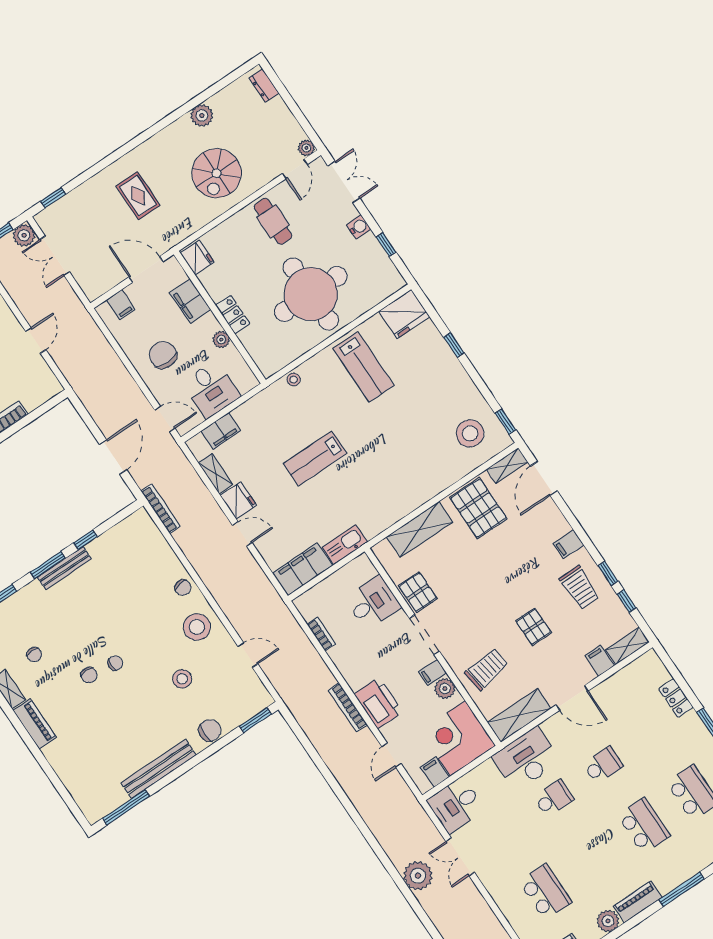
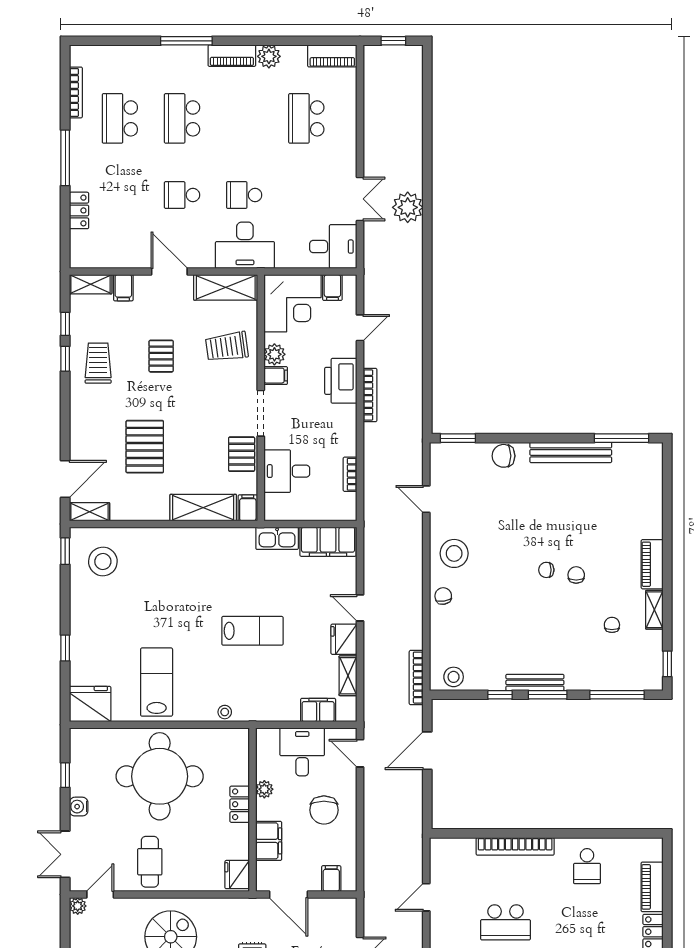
pallet: (478, 508) -> (145, 447), moved
filing cabinet: (569, 544) -> (248, 508), moved, turned -90
stool: (182, 679) -> (454, 677), moved

